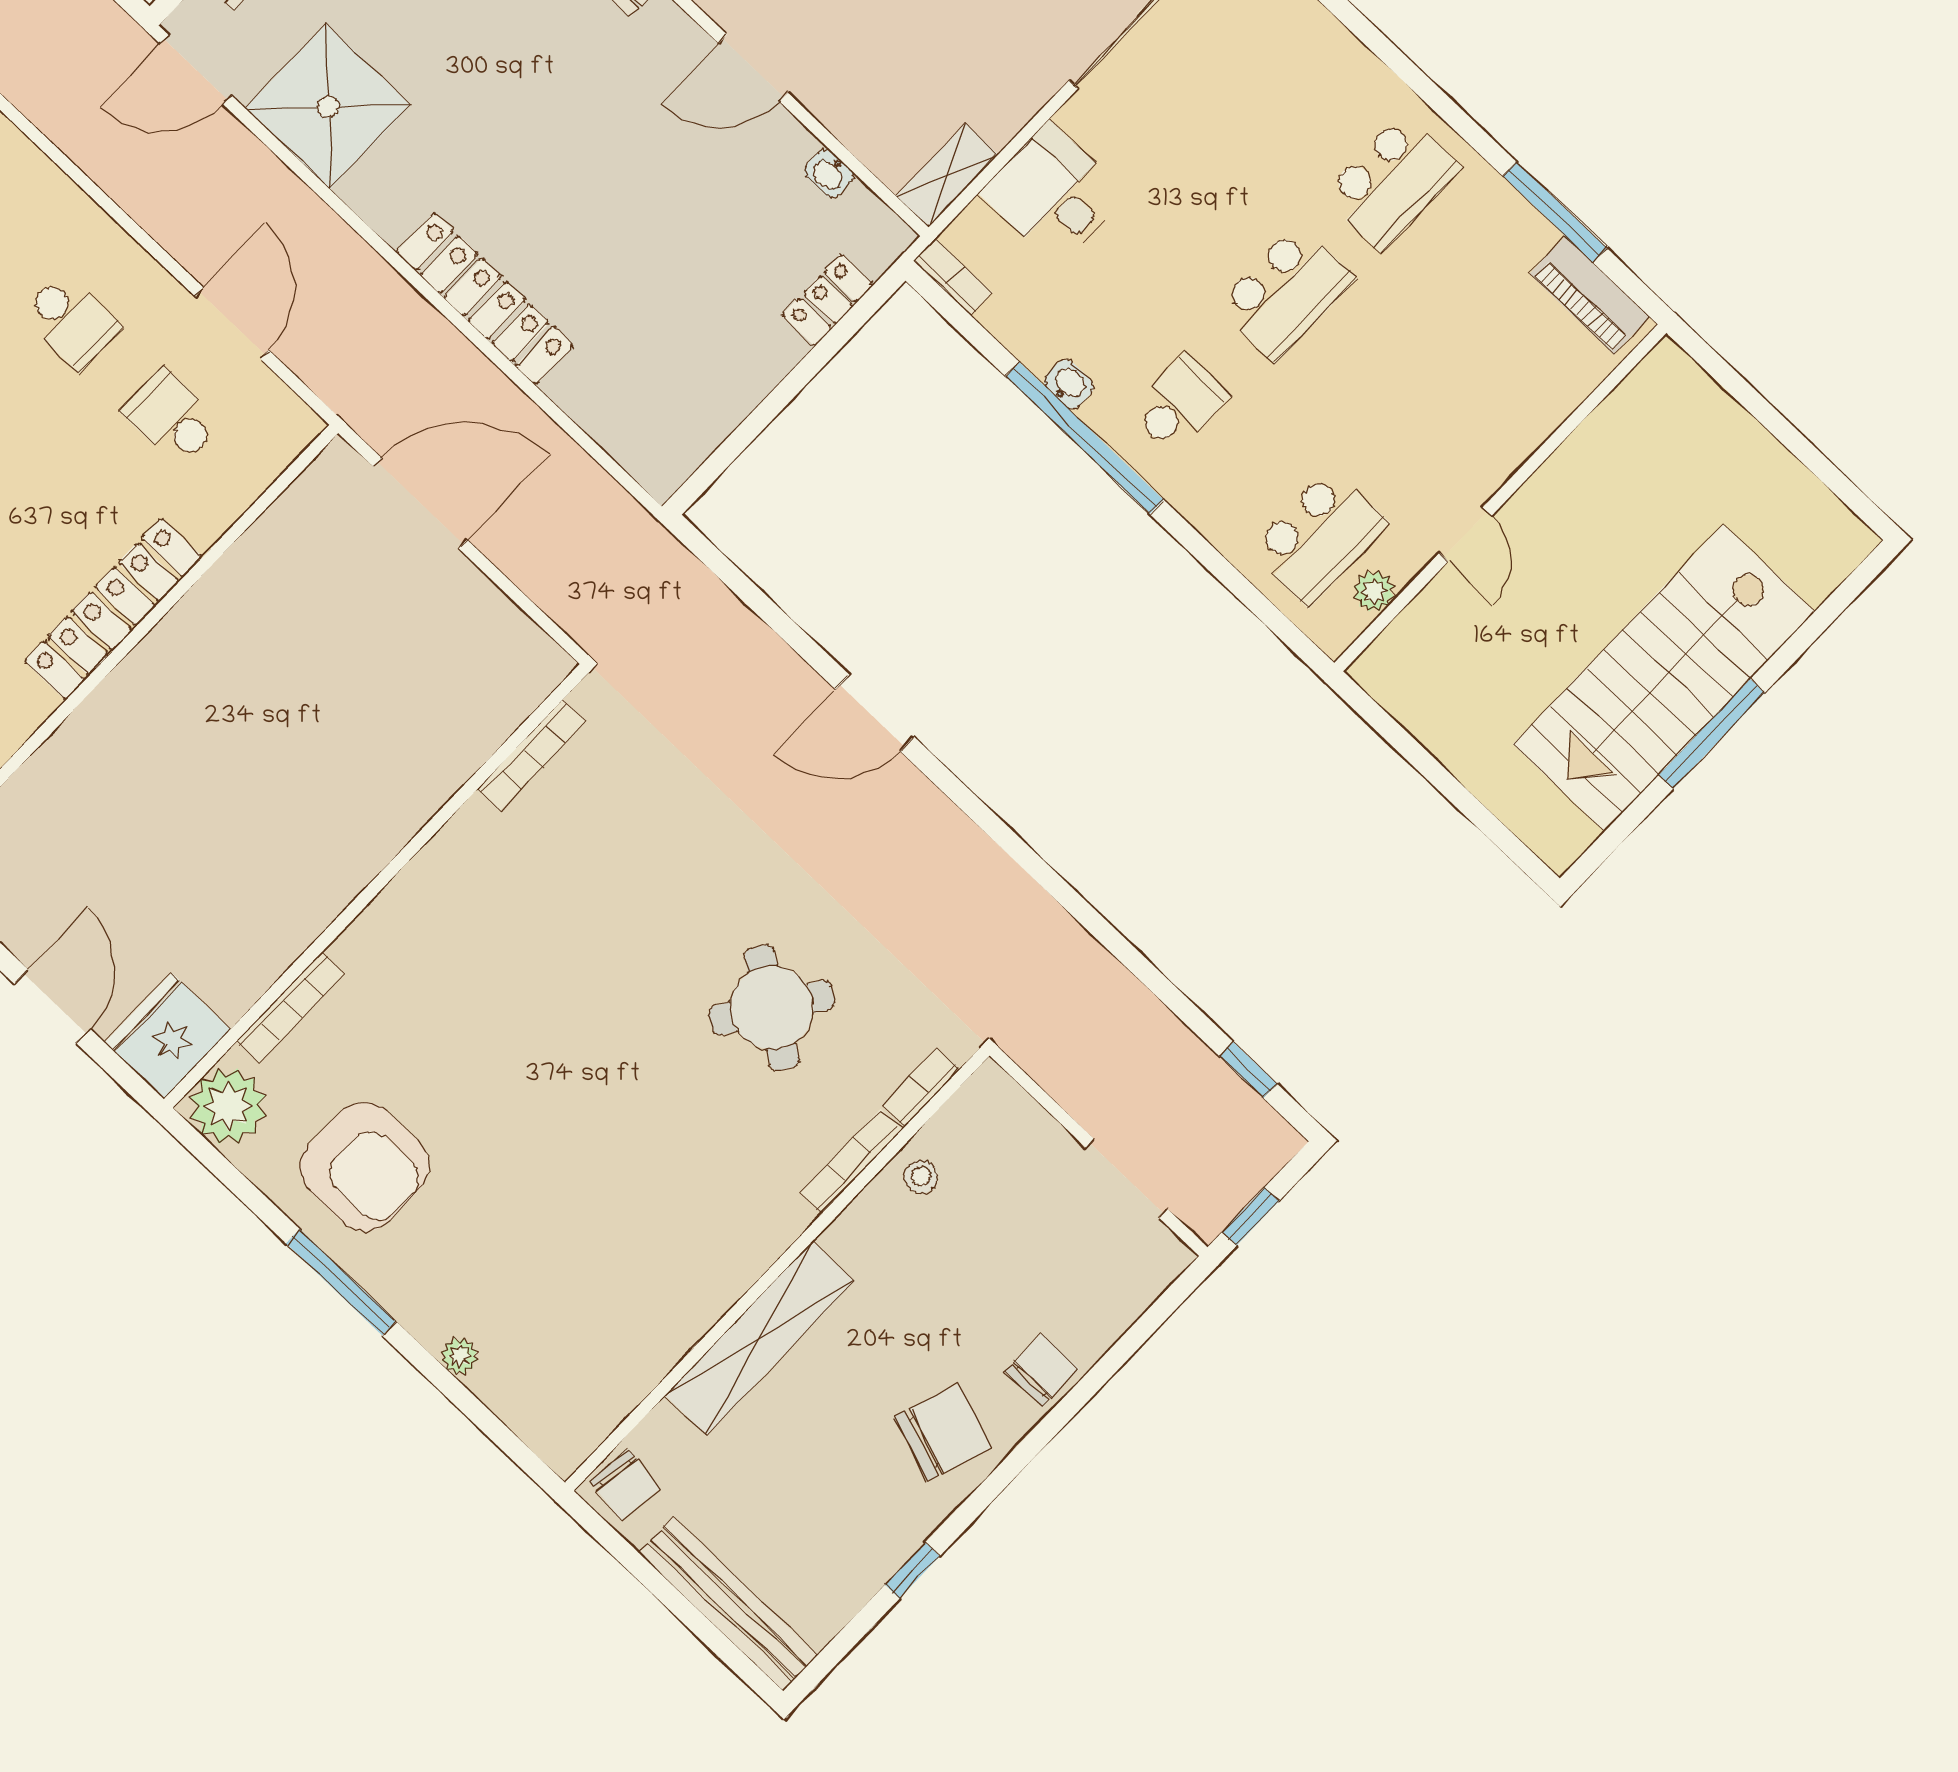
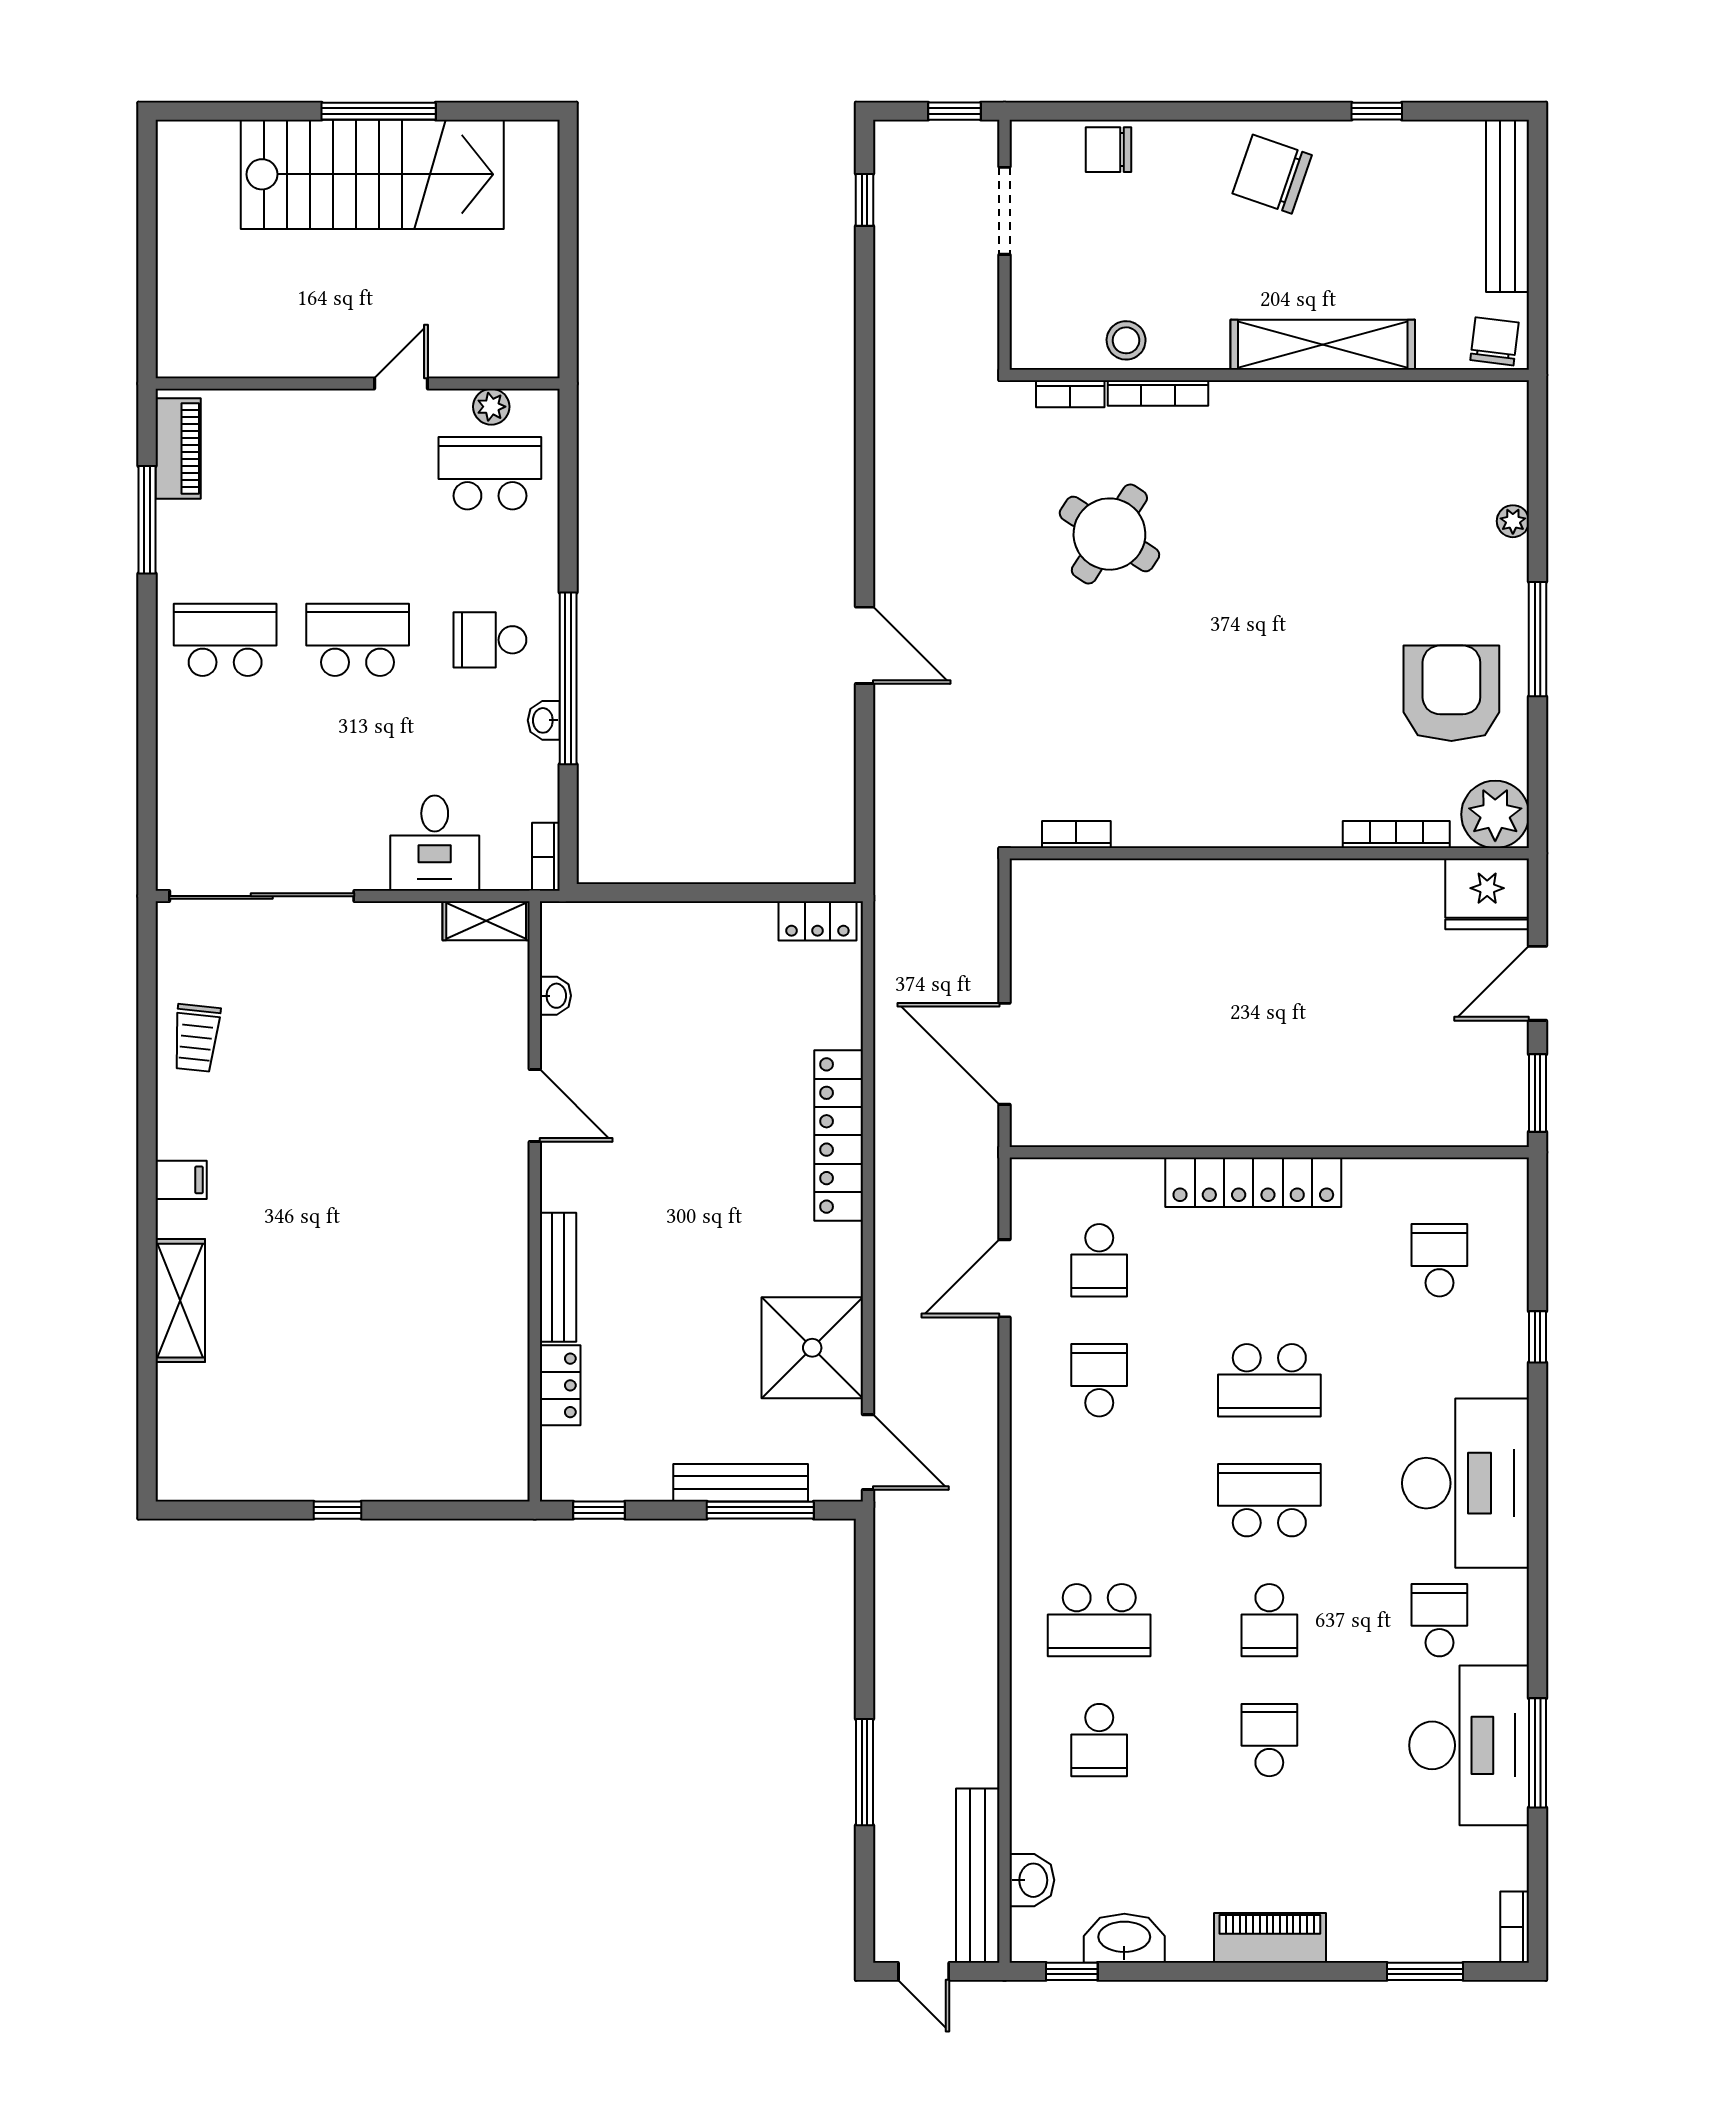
locker: (828, 300) -> (817, 921), moved
bookcase: (531, 755) -> (1076, 835), width x0.64
stool: (921, 1177) -> (1126, 340), width x1.37, depth x1.37
chair: (1042, 1370) -> (1108, 150), moved

